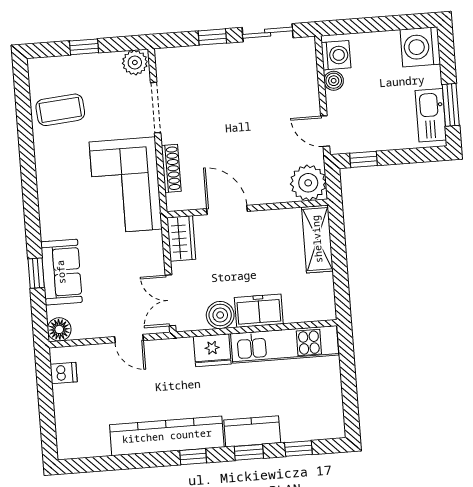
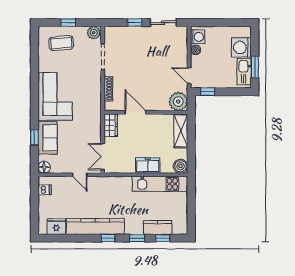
washing machine: (420, 47) -> (241, 47), moved
coffee table: (60, 110) -> (61, 43), moved
corner sofa: (126, 185) -> (55, 96), moved, turned 180
boiler: (220, 315) -> (181, 166), moved
fridge: (212, 350) -> (56, 227), moved, turned 180
kitchen counter: (252, 431) -> (158, 227), moved

